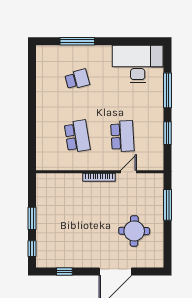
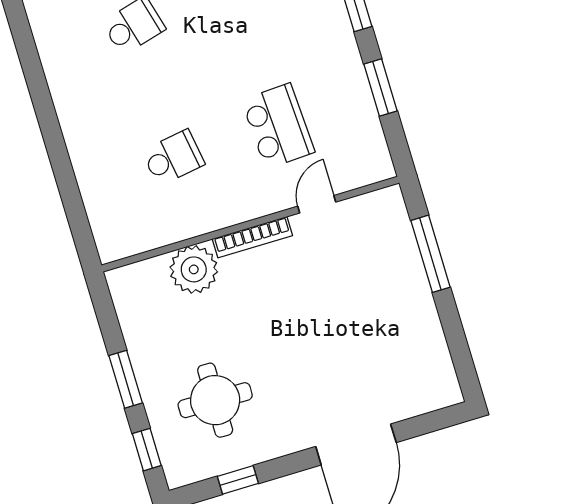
school desk: (77, 136) -> (173, 158), width x0.54
plant: (72, 183) -> (194, 269), added
round table: (134, 231) -> (215, 400), moved

